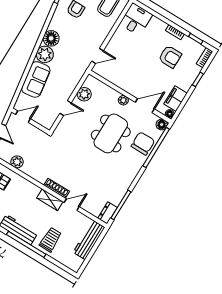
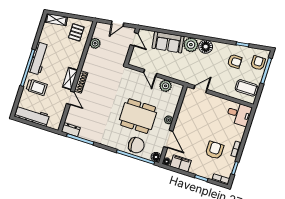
door: (98, 56) -> (200, 89), swing flipped
armchair: (170, 57) -> (215, 150), turned 180
workbench: (89, 240) -> (32, 116), moved

